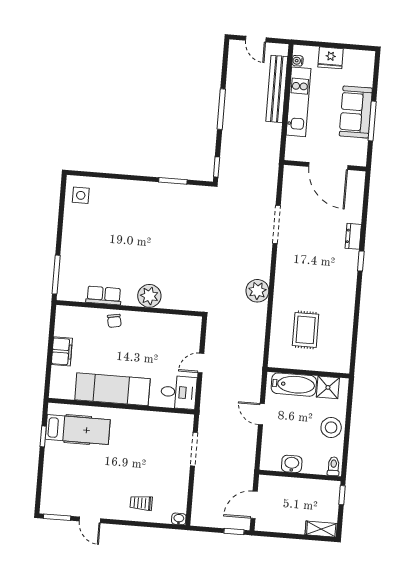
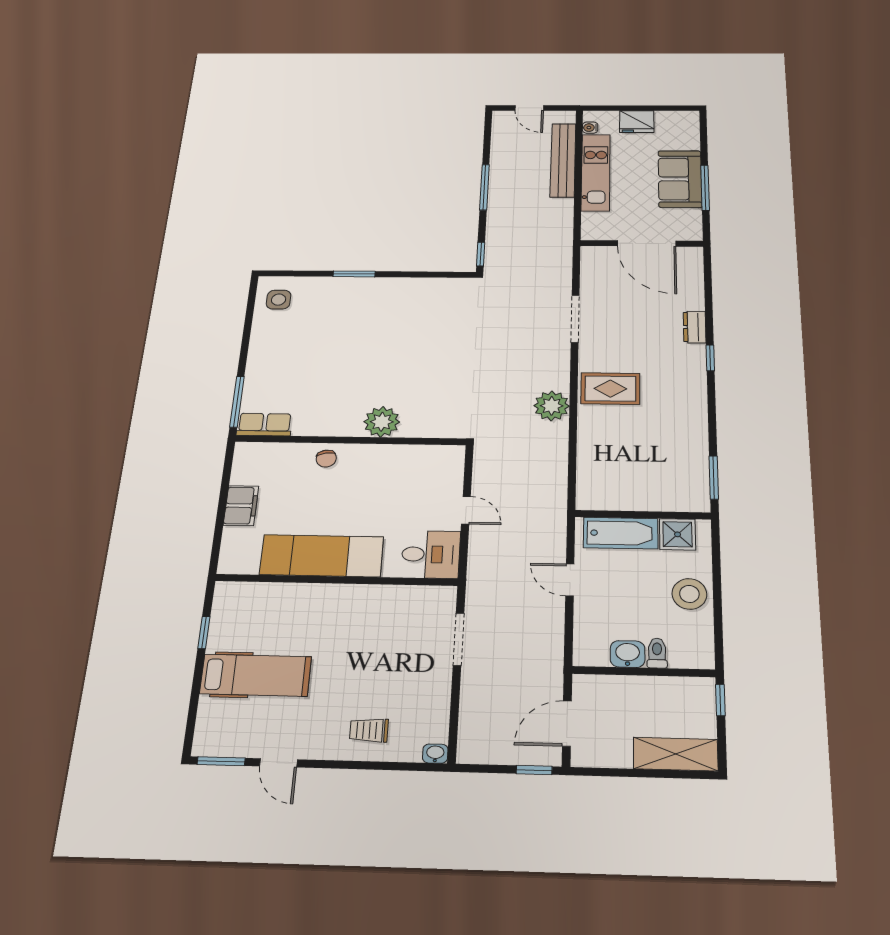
window: (173, 181) -> (354, 274), moved
row of seats: (104, 295) -> (264, 425), moved
rug: (306, 330) -> (610, 389), moved, turned 90
window: (354, 349) -> (714, 478), added
door: (201, 363) -> (466, 510), swing flipped
hospital bed: (78, 429) -> (256, 675), moved
toilet: (334, 466) -> (657, 653), moved
shelving: (321, 529) -> (676, 754), width x1.50, depth x1.33

